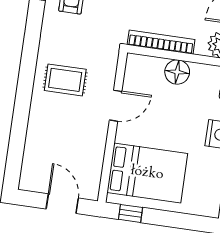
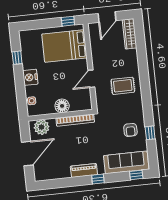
wardrobe: (31, 165) -> (130, 34), added
door: (62, 204) -> (107, 17), hinge flipped

